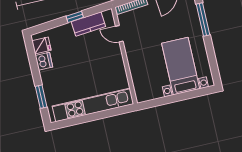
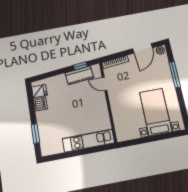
window: (75, 17) -> (80, 66), moved
kitchen unit: (93, 105) -> (88, 141), width x0.73

